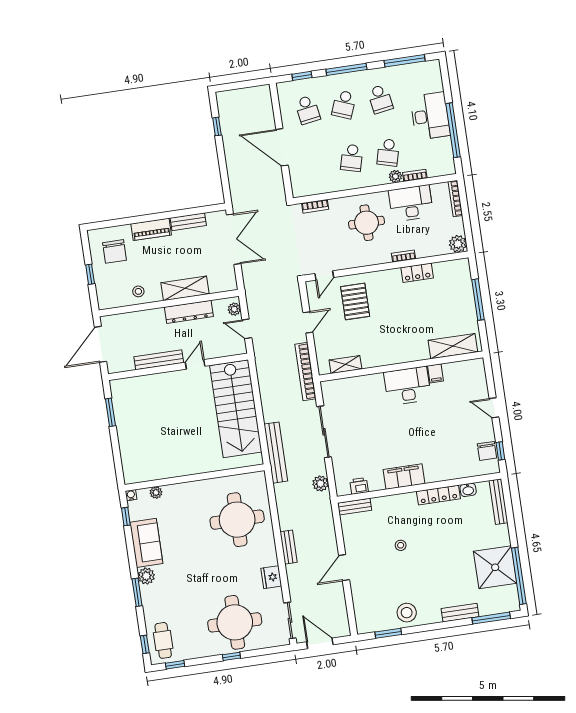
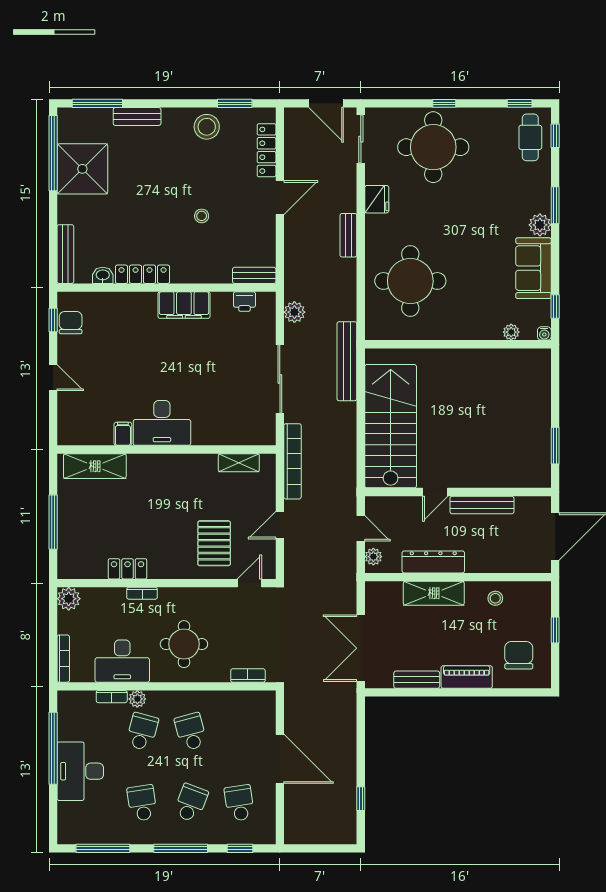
school desk: (352, 158) -> (191, 732), turned -30
locker: (359, 602) -> (267, 150), added

